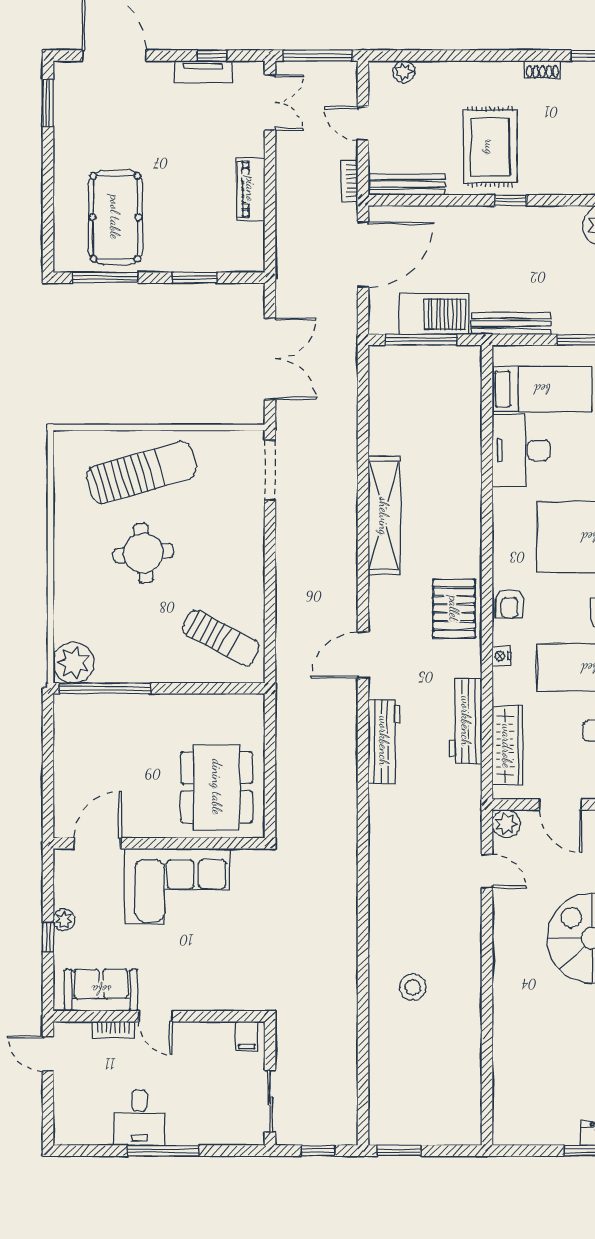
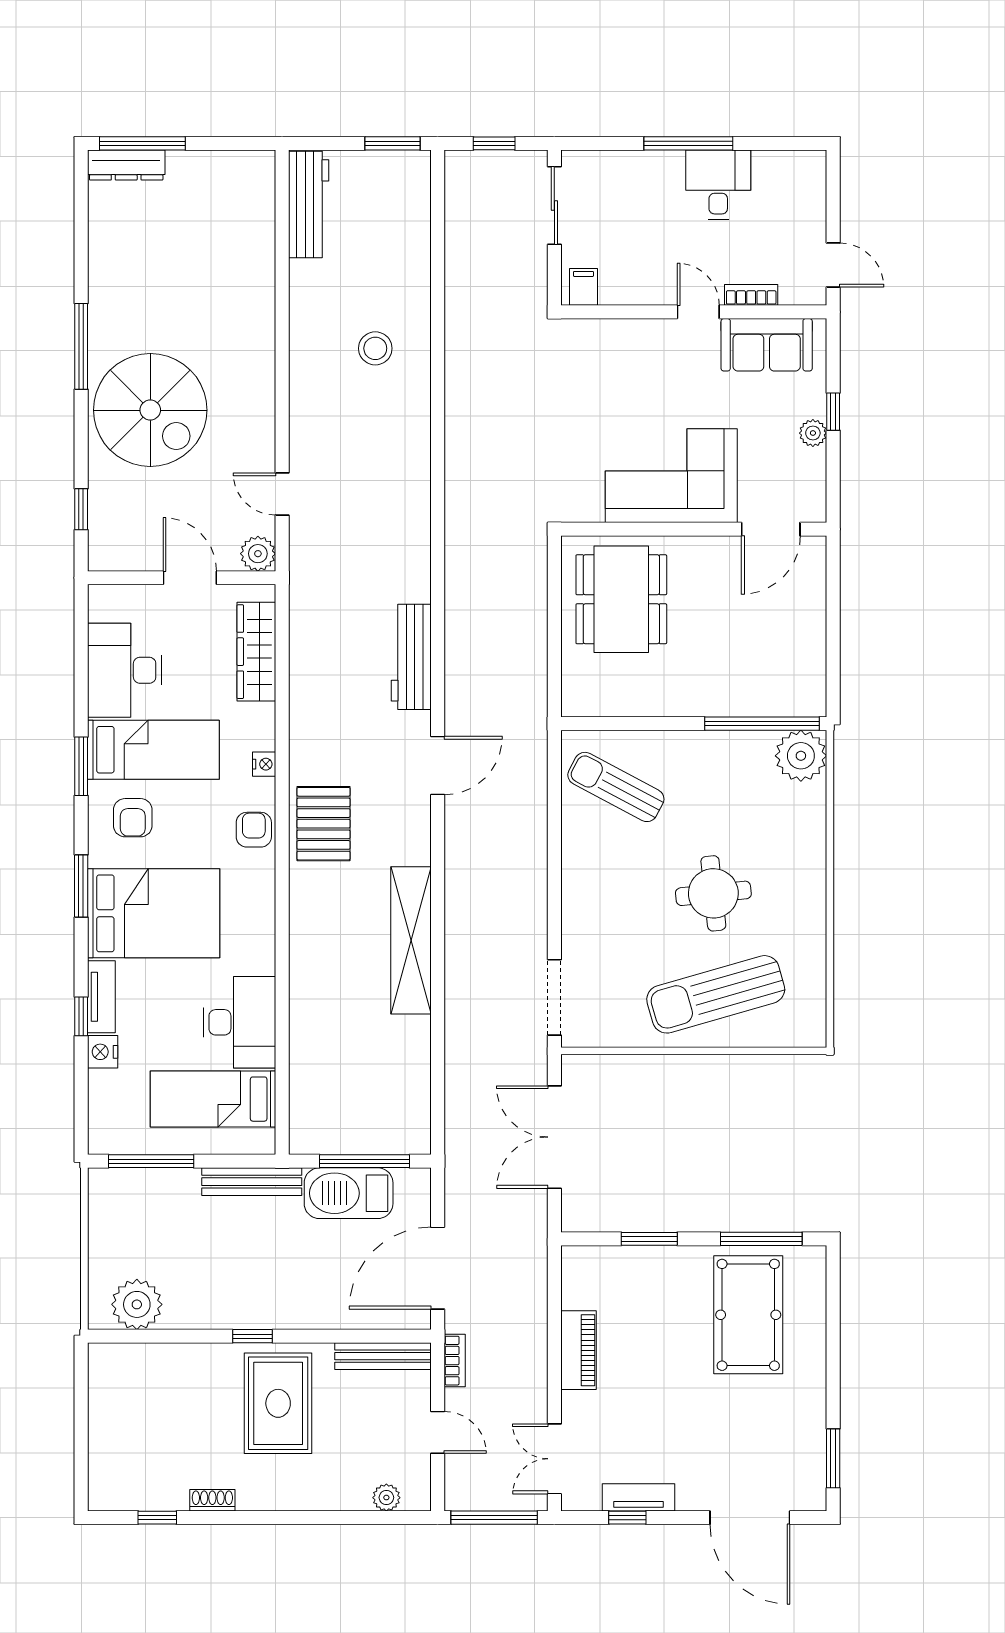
workbench: (466, 721) -> (309, 205), moved

